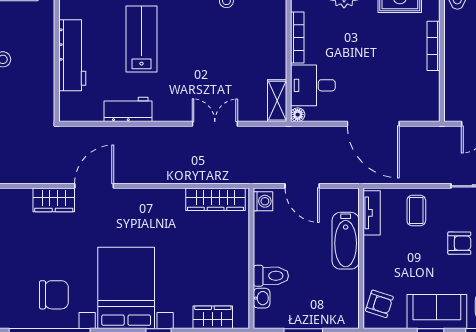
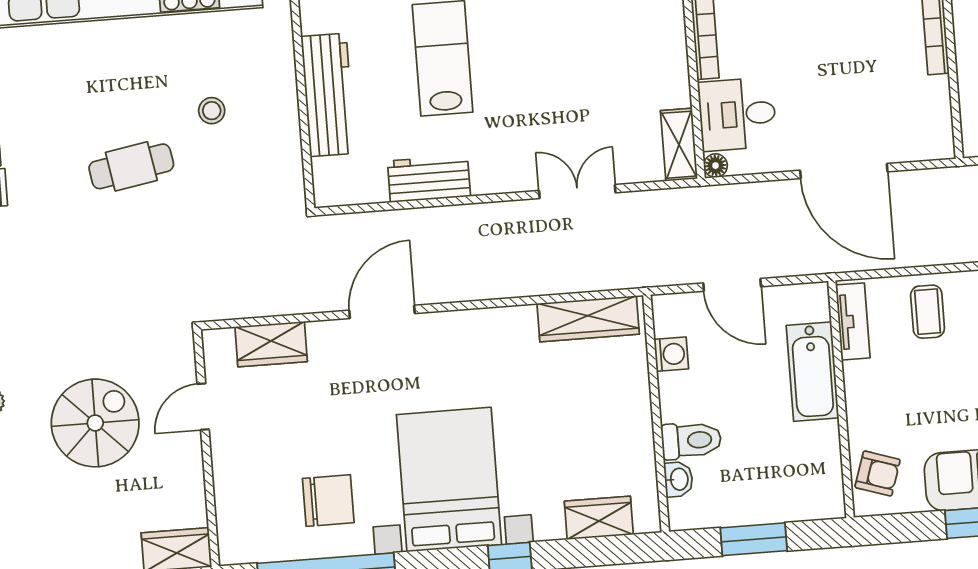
wardrobe: (54, 200) -> (271, 344), moved
washing machine: (263, 201) -> (671, 354), moved

